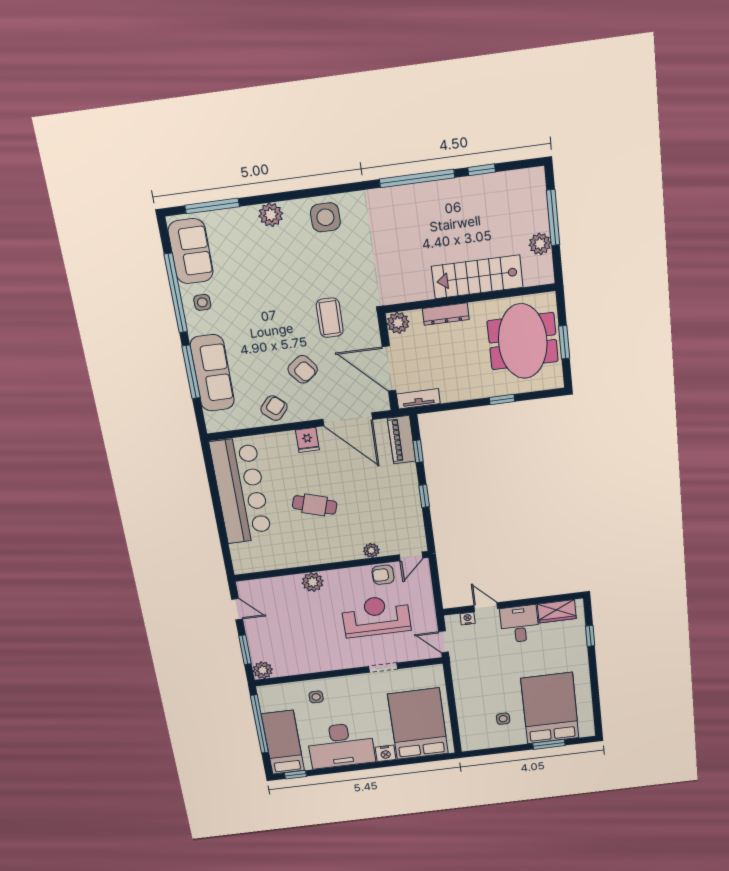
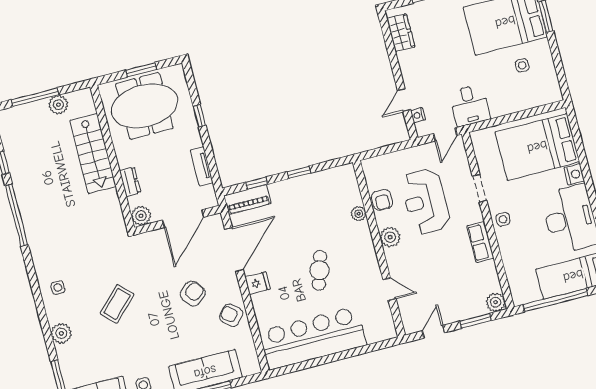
side table: (325, 217) -> (58, 288), width x0.54, depth x0.54
dresser: (446, 314) -> (130, 182), width x0.70
coffee table: (330, 318) -> (117, 304), moved, turned -45
tv unit: (418, 399) -> (202, 166), moved
door: (411, 556) -> (389, 289), moved
plant: (313, 582) -> (390, 237), moved
desk: (520, 624) -> (470, 105), moved, turned -90
row of seats: (327, 663) -> (480, 242), added
side table: (316, 697) -> (503, 219), moved

